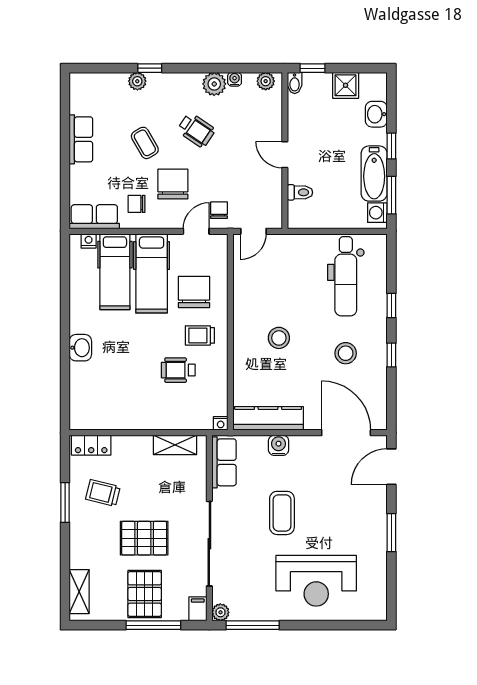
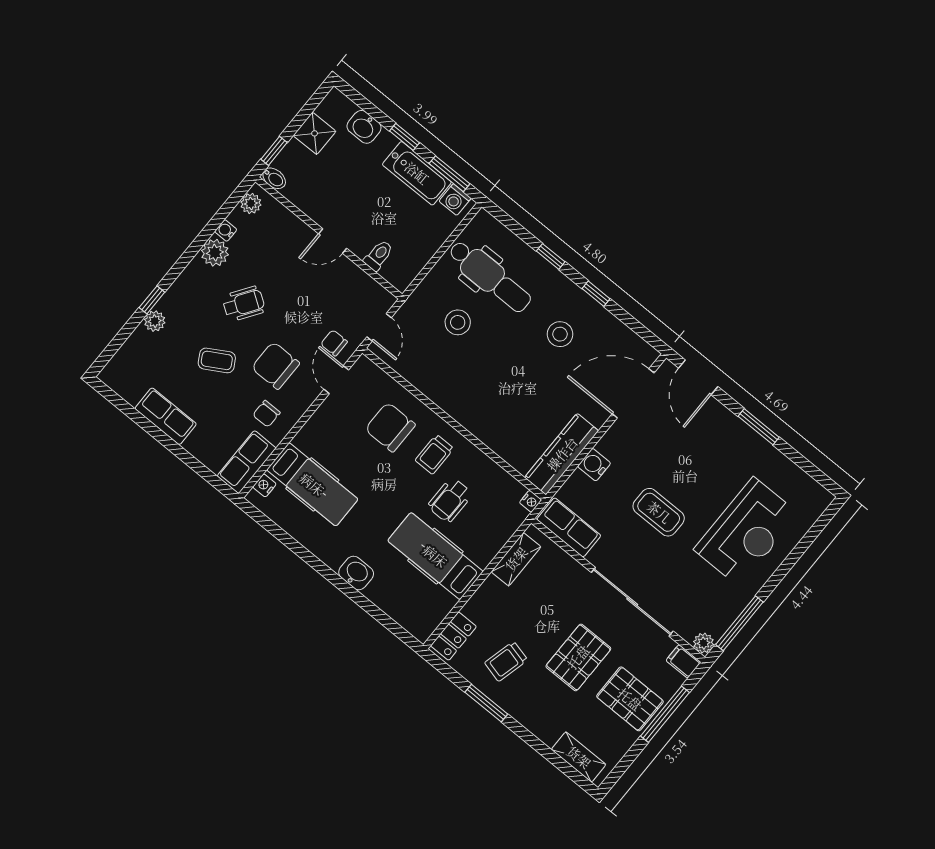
hospital bed: (152, 273) -> (435, 556), moved, turned 180
stool: (279, 338) -> (458, 322), moved

